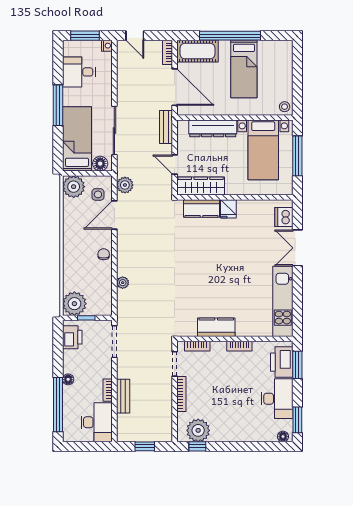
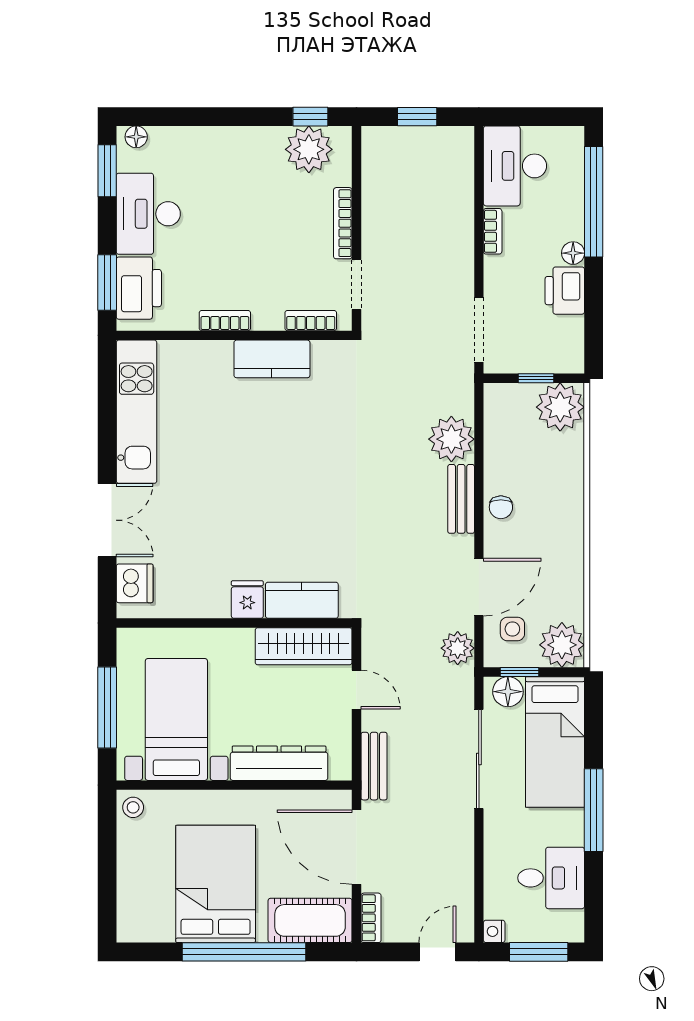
door: (135, 36) -> (437, 952), hinge flipped
bed: (244, 69) -> (216, 884), width x1.50
window: (94, 173) -> (519, 672), added
plant: (123, 283) -> (451, 439), width x1.88, depth x1.88
printer: (72, 337) -> (565, 291), moved
bench: (123, 396) -> (461, 499), moved

